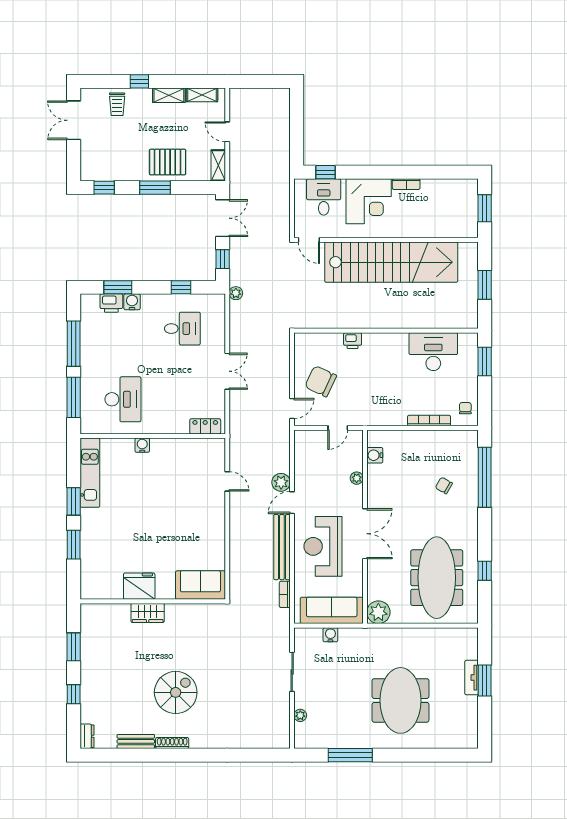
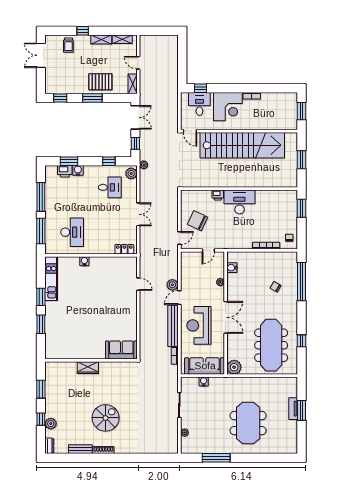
plant: (216, 307) -> (131, 173), added
desk: (433, 352) -> (239, 202), moved
fridge: (139, 586) -> (82, 351), removed
plant: (89, 701) -> (51, 424), added

